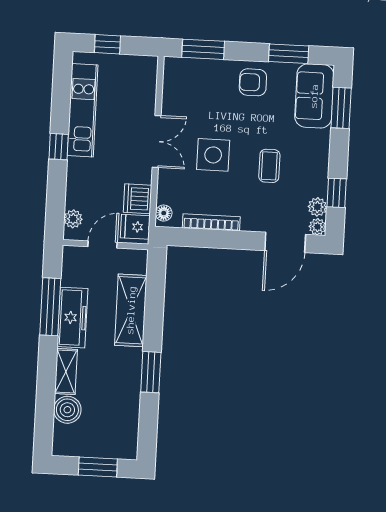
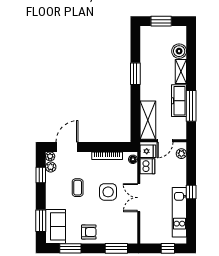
shelving: (131, 310) -> (148, 120), moved

